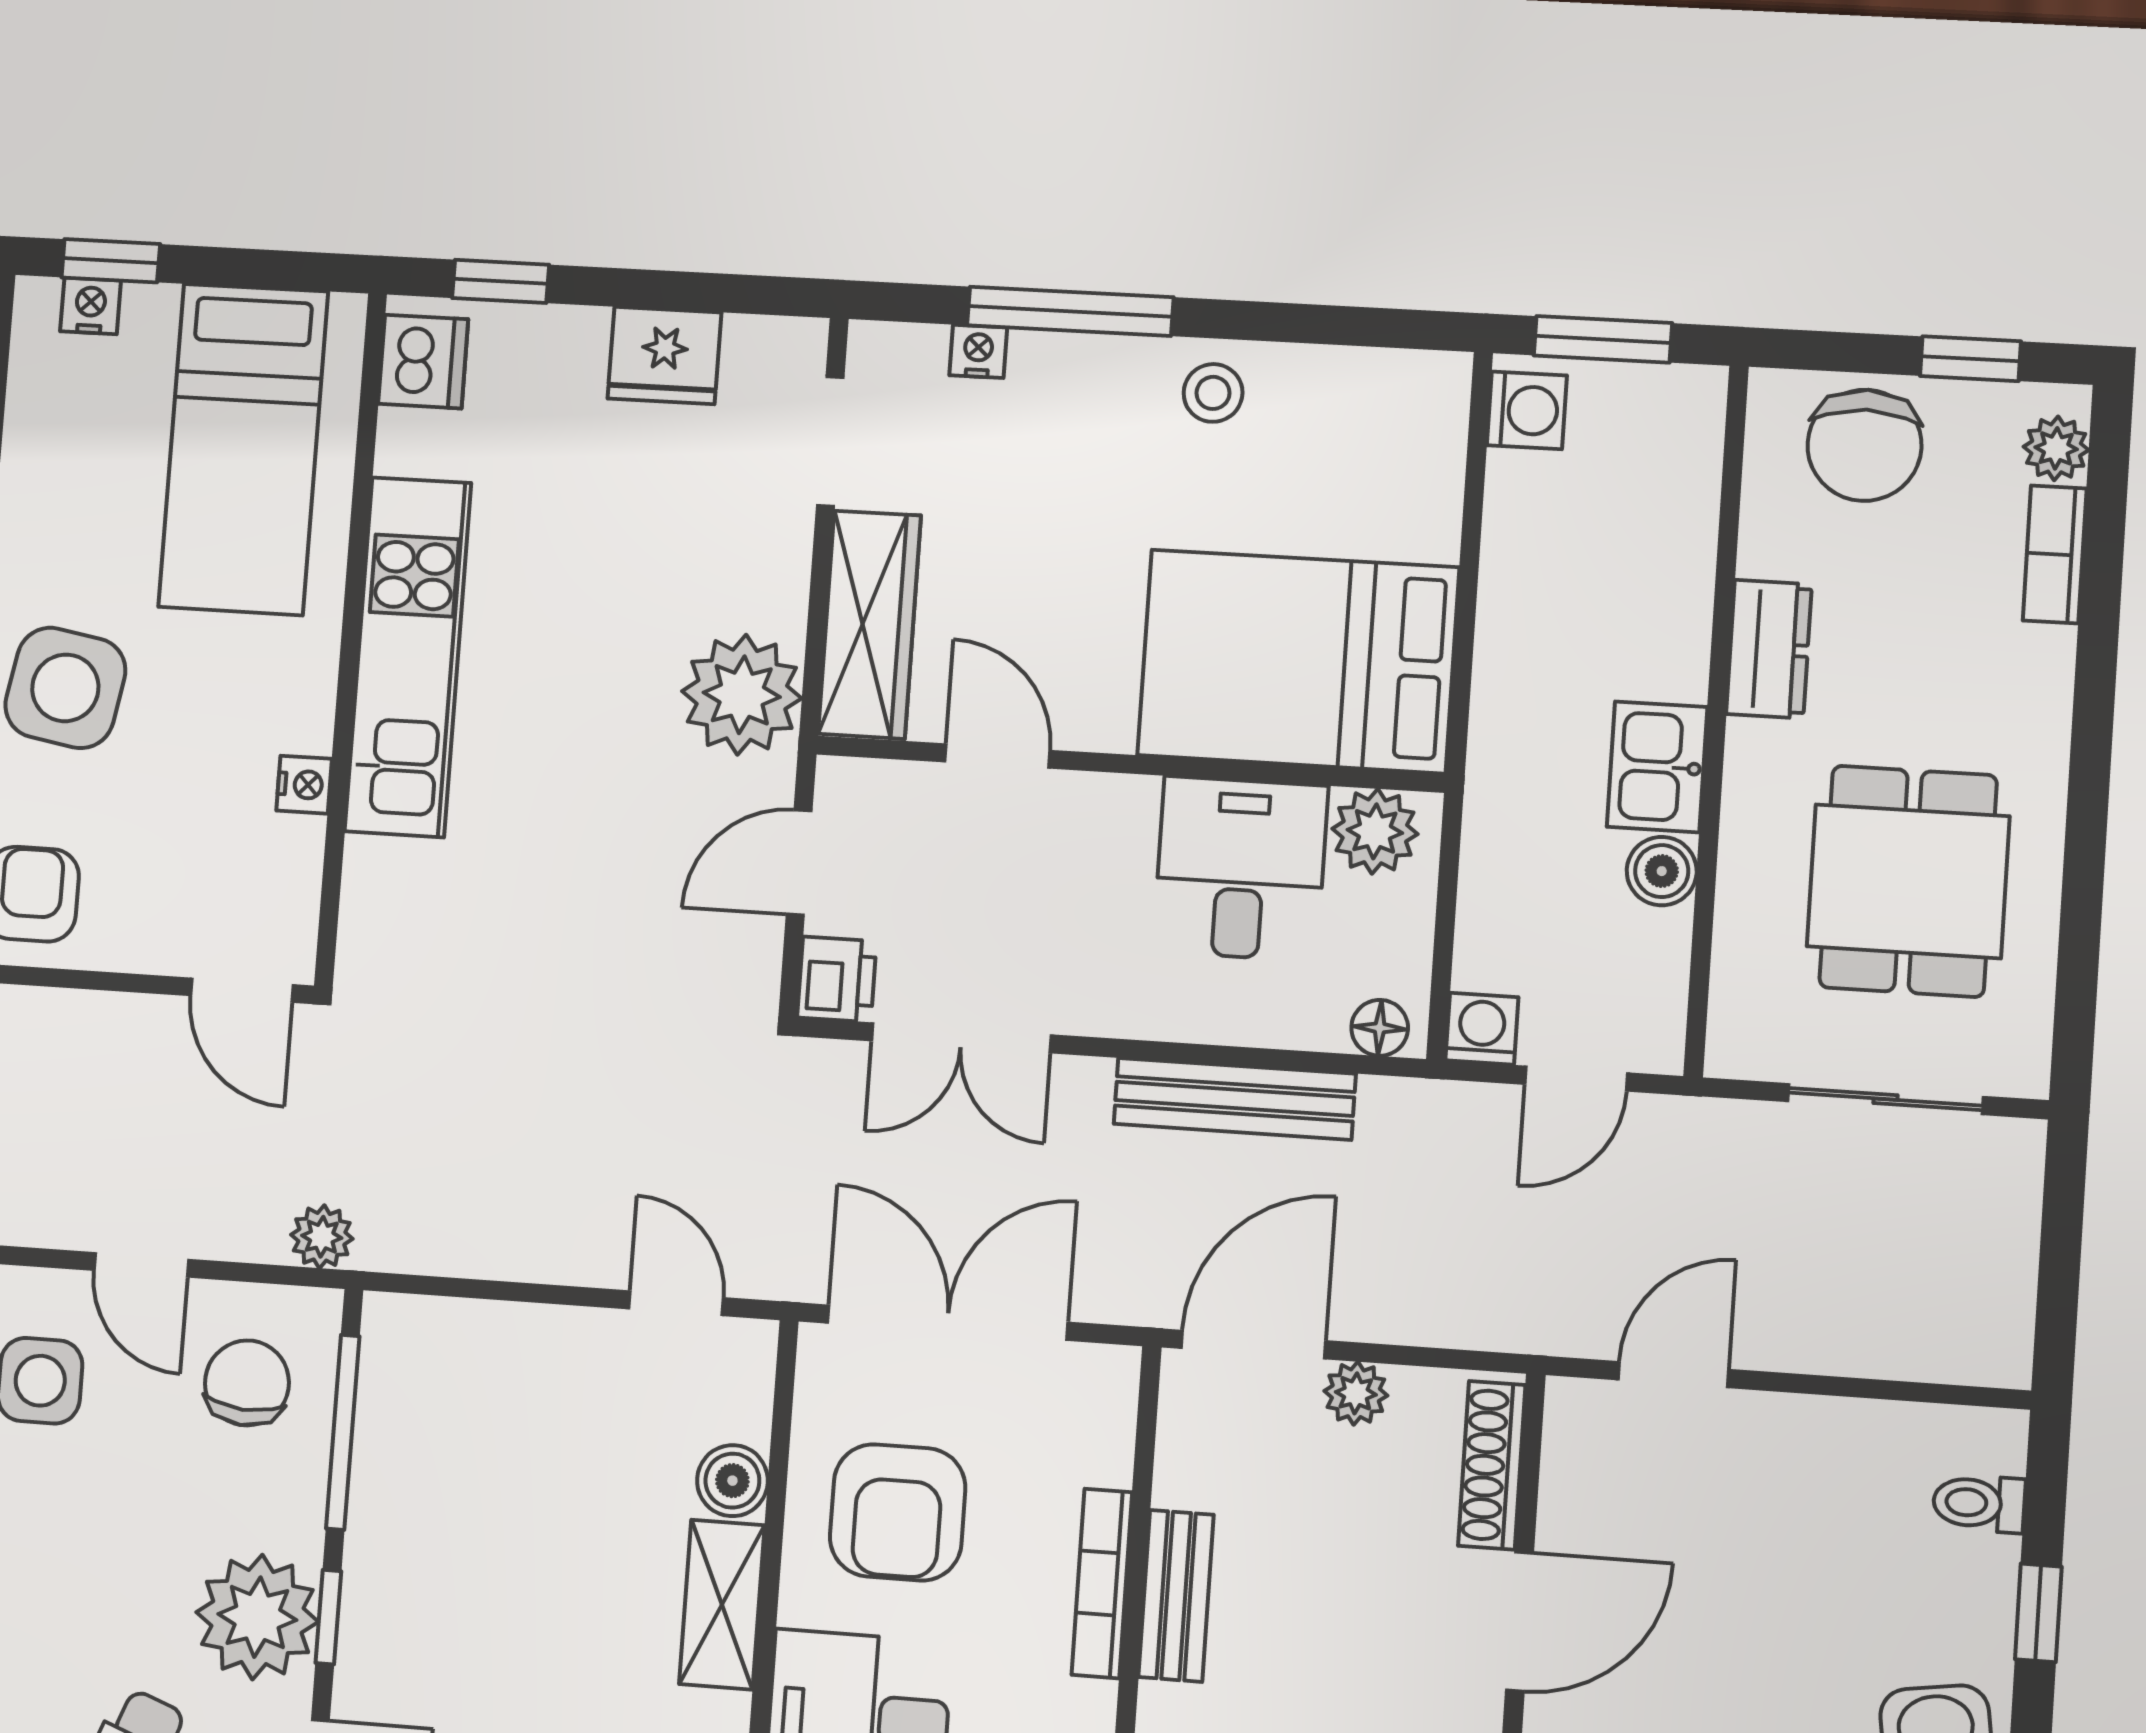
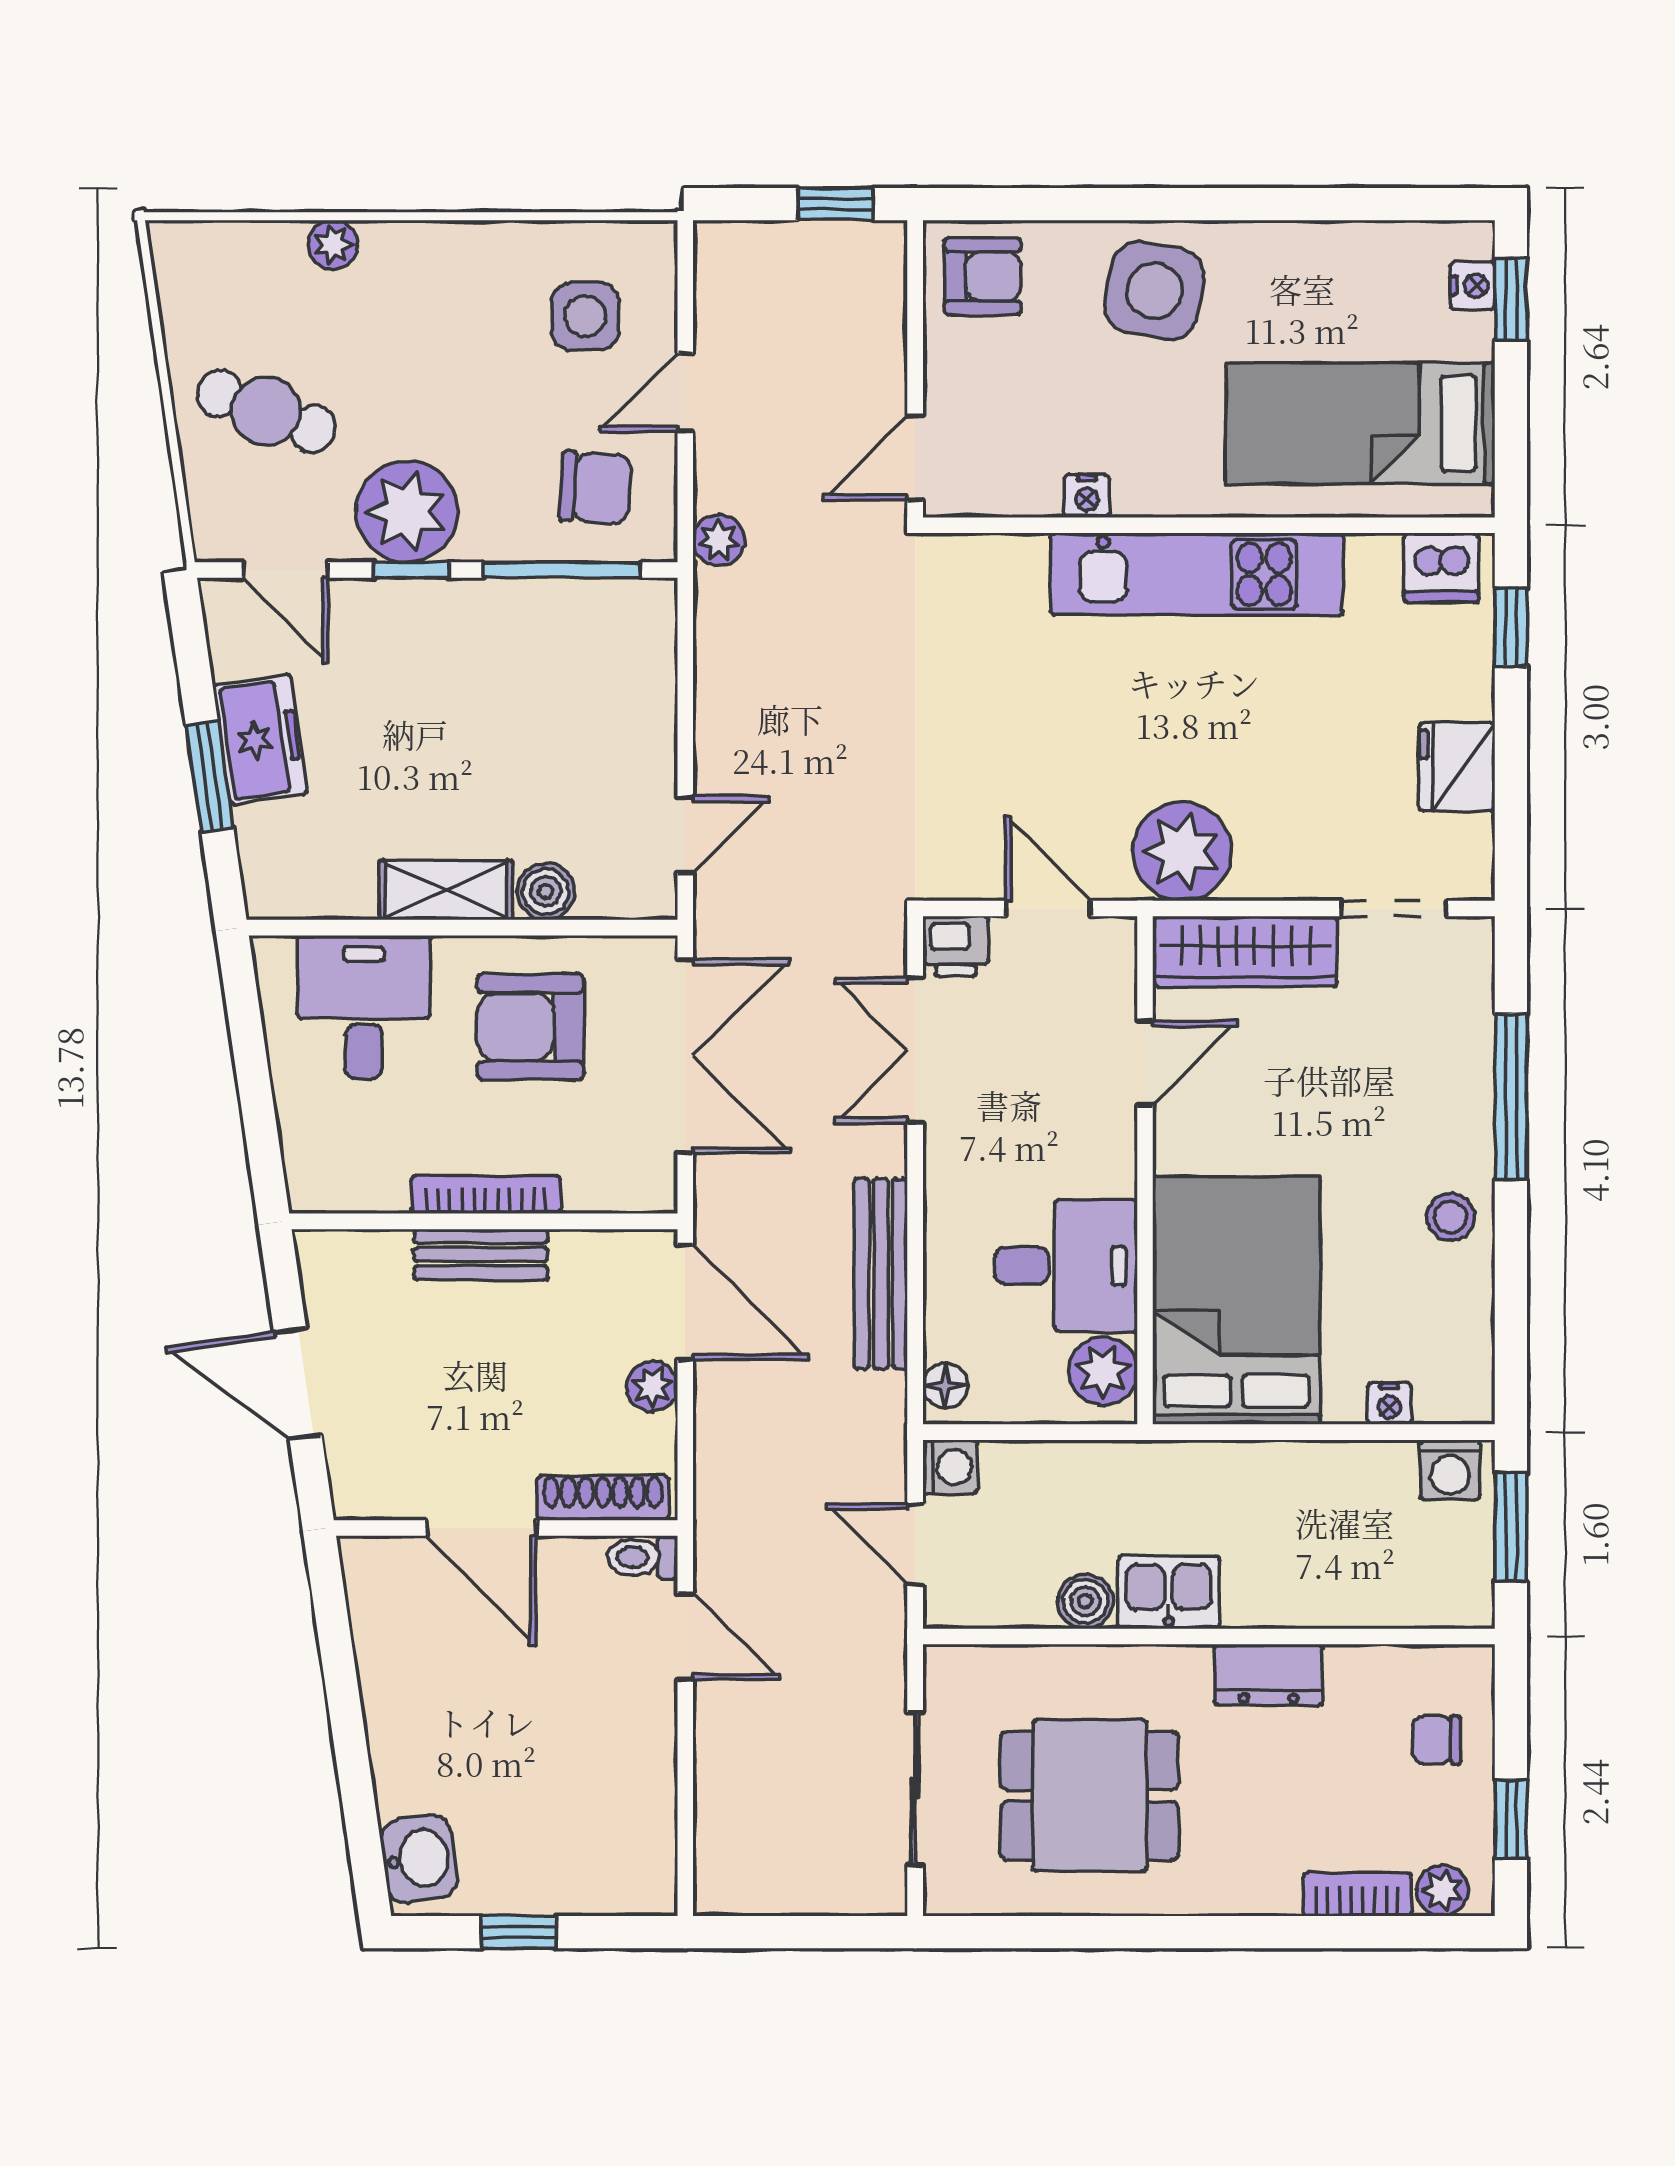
nightstand: (978, 351) -> (1389, 1404), moved, turned 90
chair: (1864, 445) -> (1437, 1740), width x0.54, depth x0.54
toilet: (1979, 1503) -> (642, 1557), moved, turned -90

